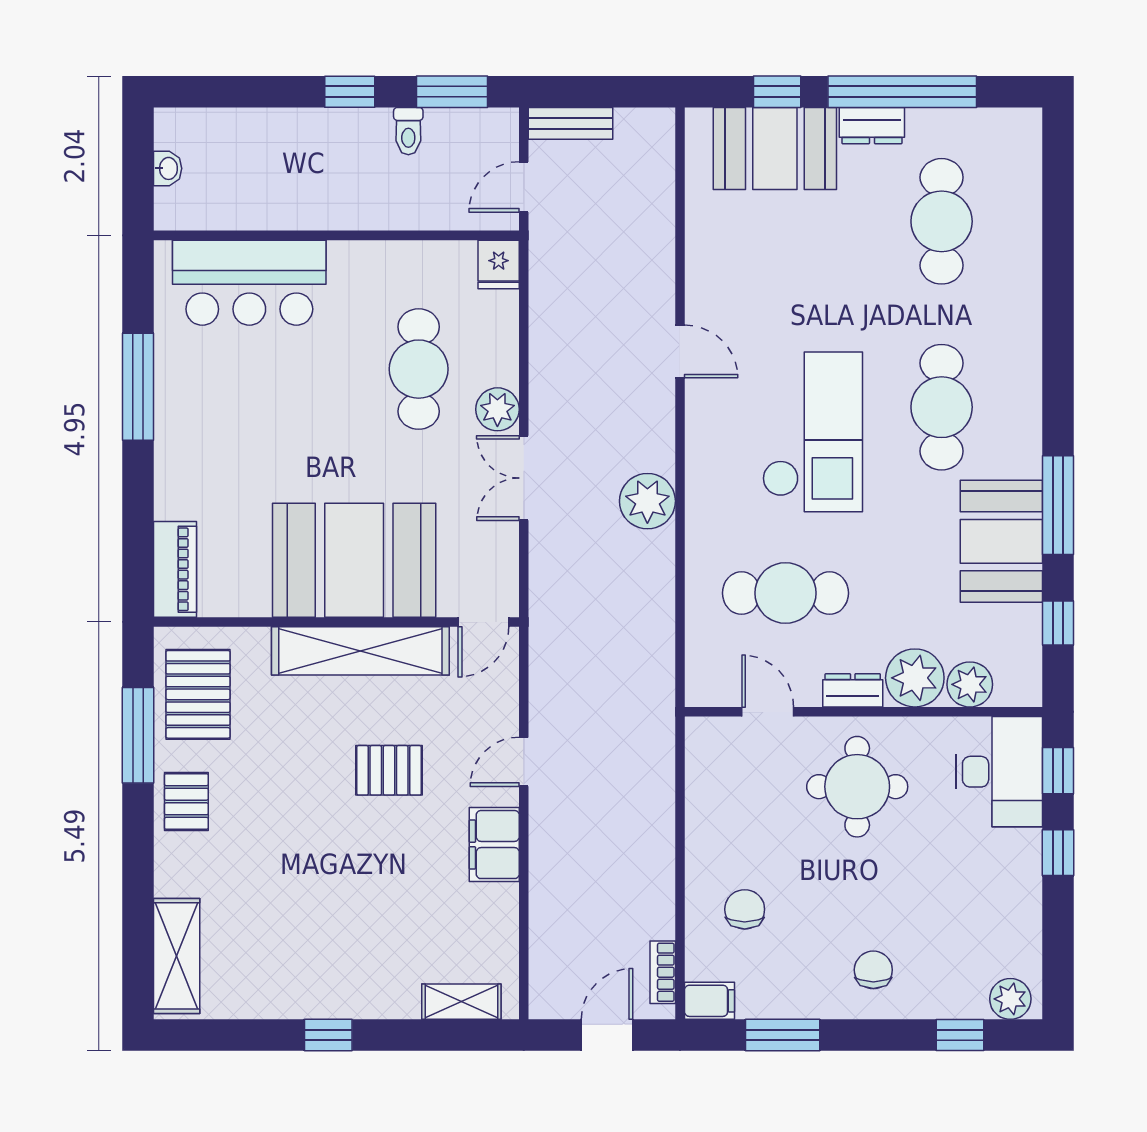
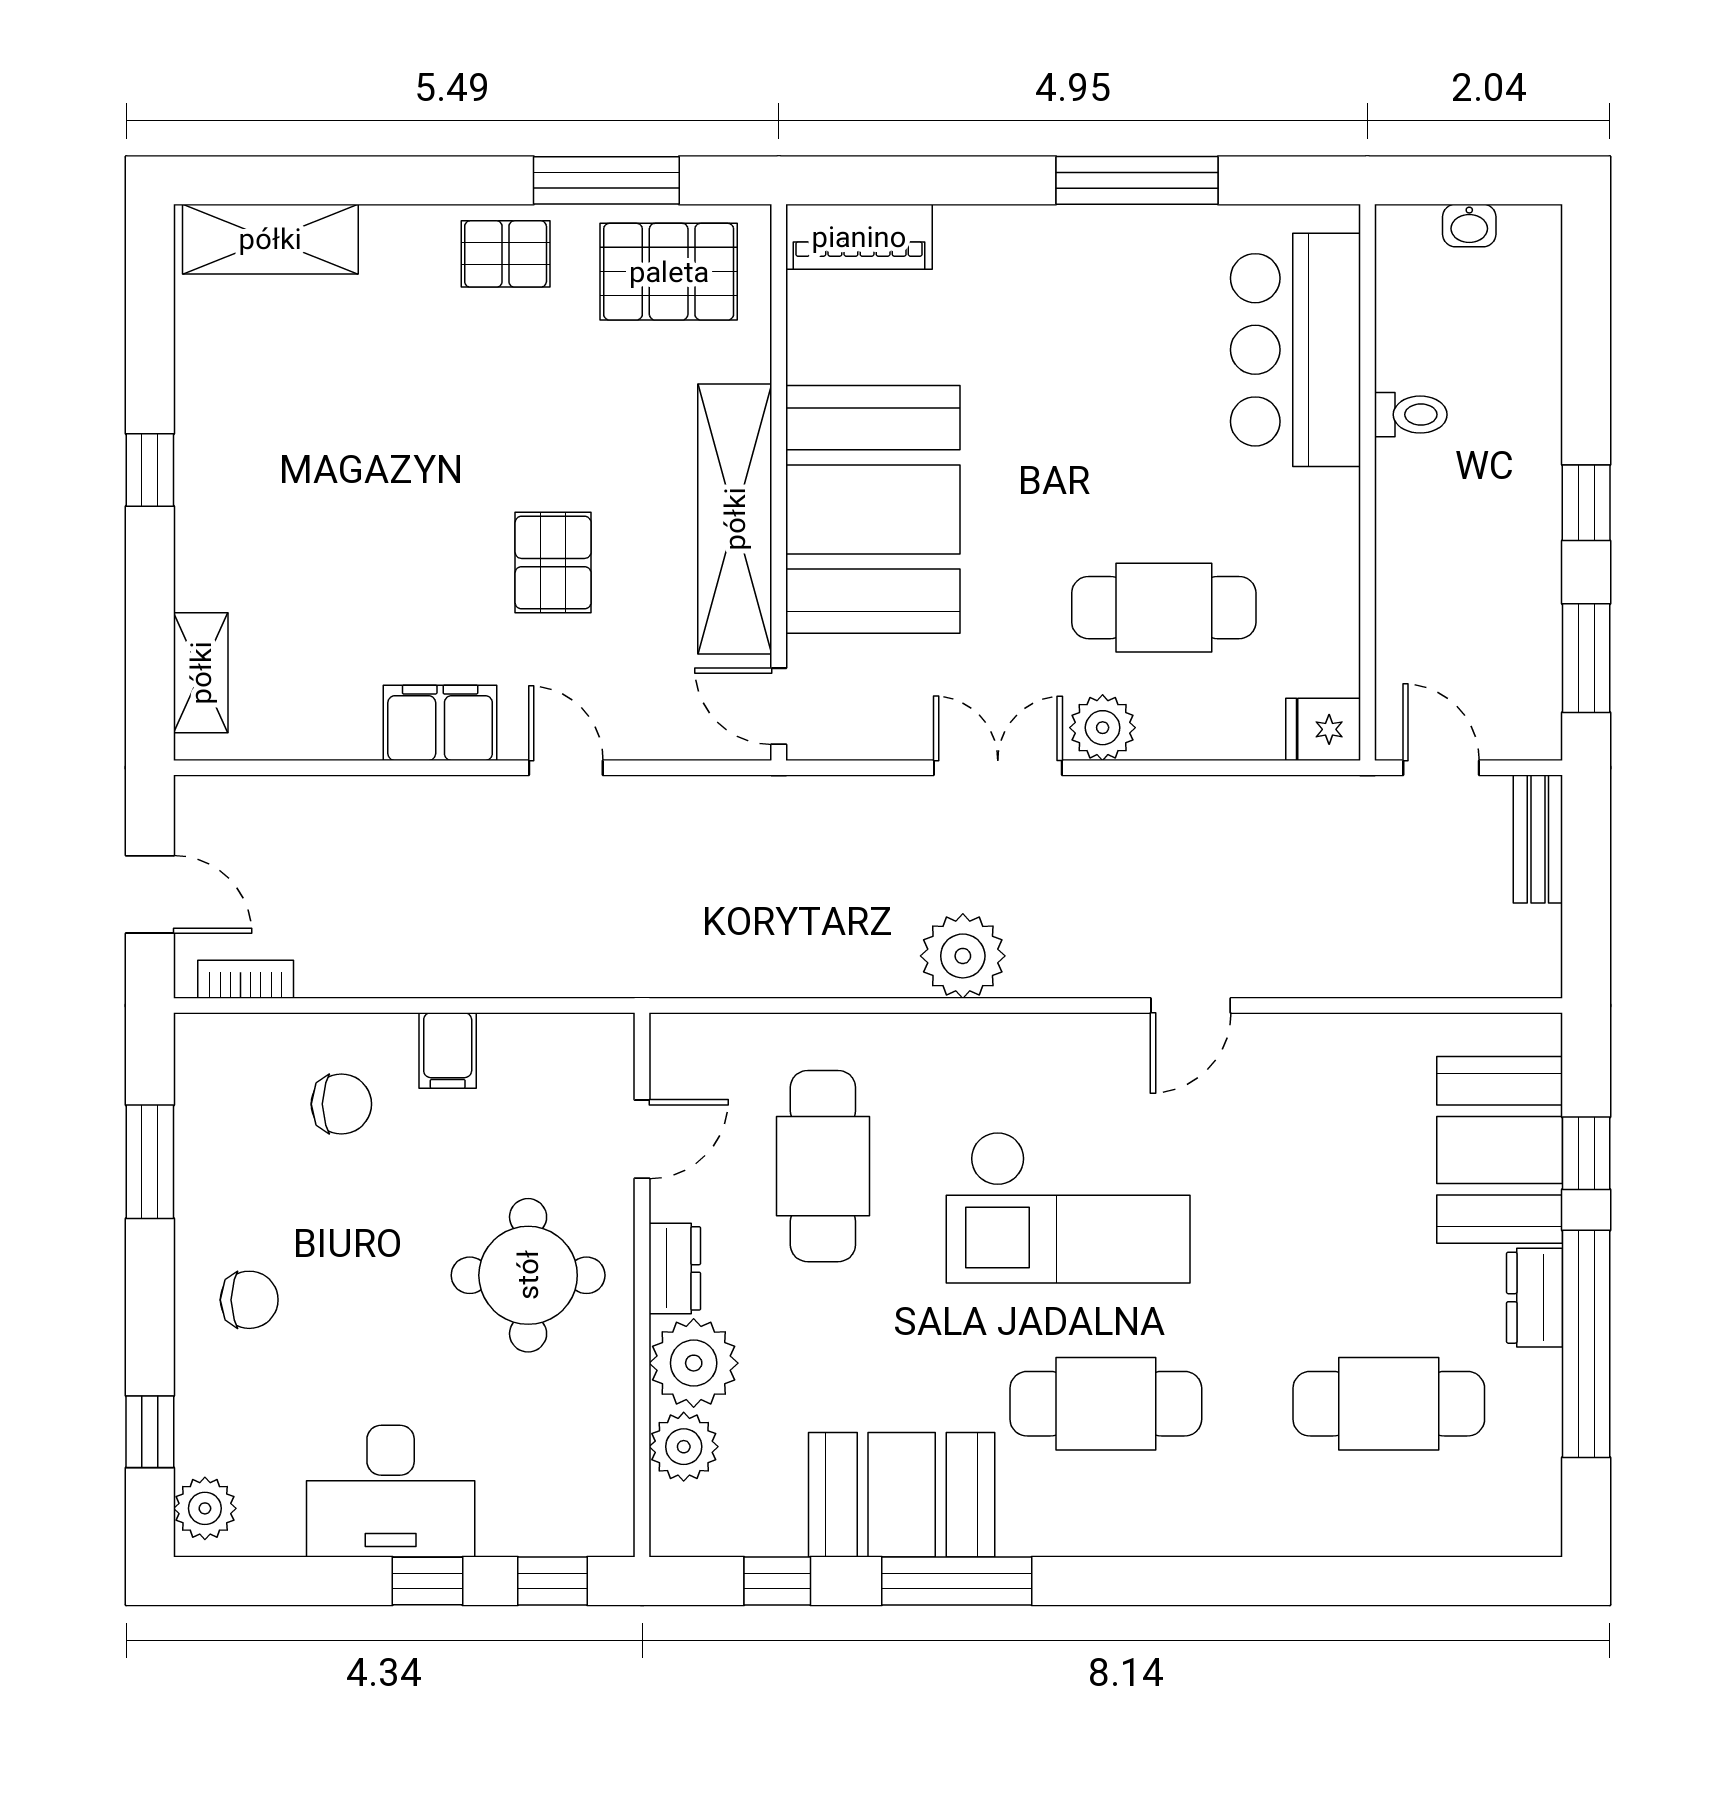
toilet: (408, 131) -> (1411, 415), moved, turned 180
desk: (999, 772) -> (391, 1491), moved
filing cabinet: (710, 1001) -> (448, 1051), moved

